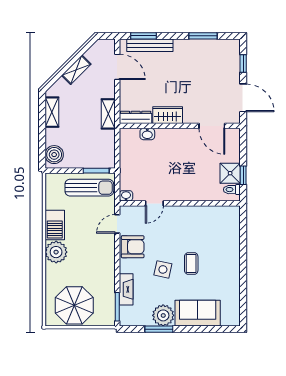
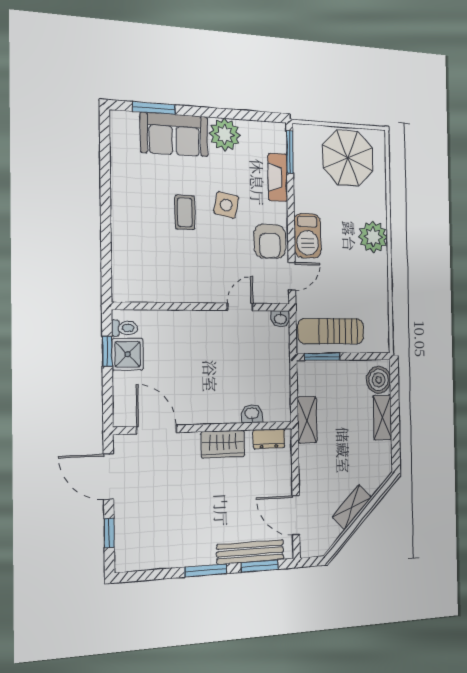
window: (203, 36) -> (206, 570), moved
shelving: (52, 112) -> (382, 417), moved
shelving: (108, 114) -> (307, 420), moved
dresser: (136, 117) -> (269, 439), width x0.70
barbecue: (55, 225) -> (308, 236), moved, turned 180
armchair: (133, 247) -> (270, 241), turned -90
window: (159, 329) -> (154, 108), moved

